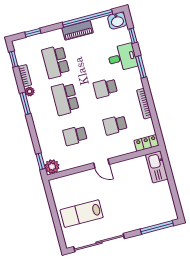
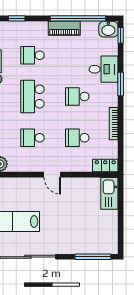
window: (133, 36) -> (121, 35), moved
school desk: (56, 62) -> (32, 55), width x0.54

